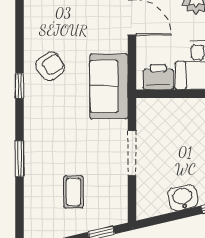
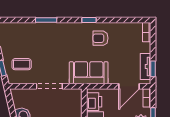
armchair: (50, 66) -> (100, 38), turned 123
coffee table: (73, 192) -> (22, 64), moved

